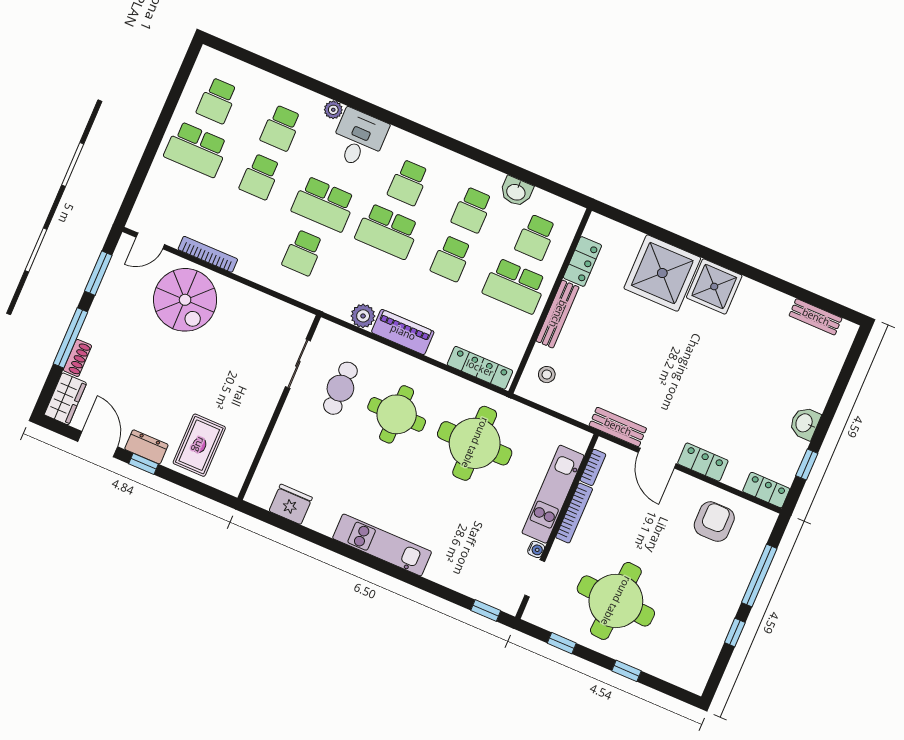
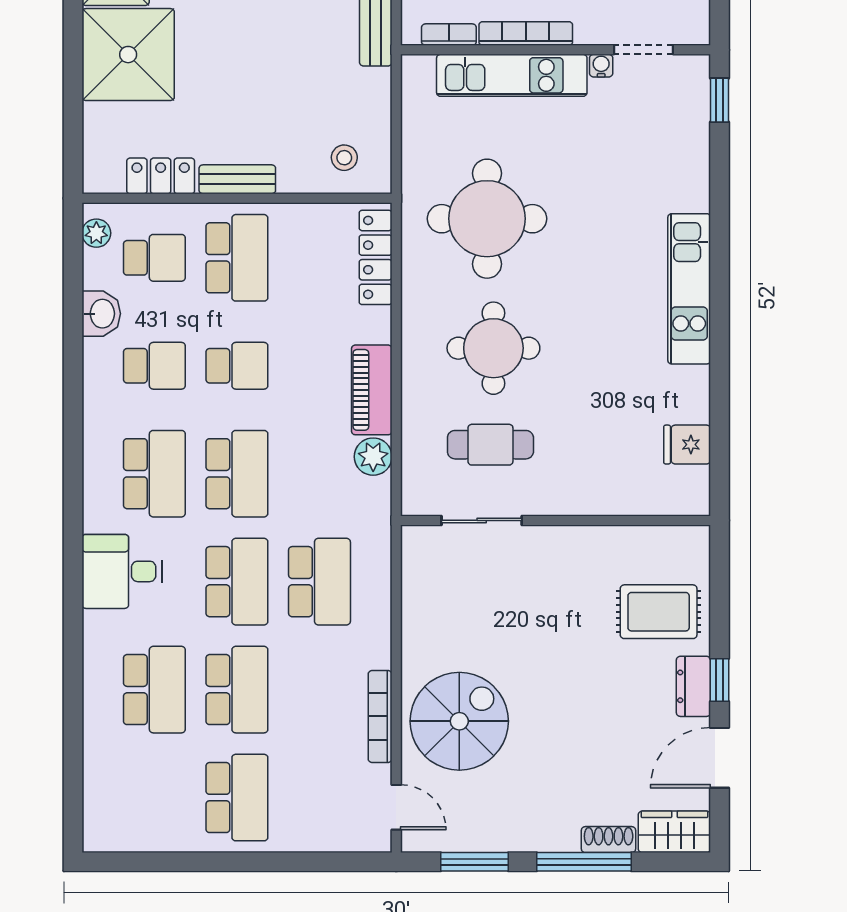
school desk: (217, 101) -> (154, 798), removed
plant: (333, 110) -> (96, 233), moved
school desk: (281, 128) -> (154, 690), width x1.85
school desk: (260, 177) -> (237, 690), width x1.85
school desk: (408, 183) -> (154, 474), width x1.85
school desk: (303, 253) -> (320, 582), width x1.85
bench: (558, 314) -> (237, 179), width x0.73
fridge: (291, 504) -> (687, 445), width x0.72

